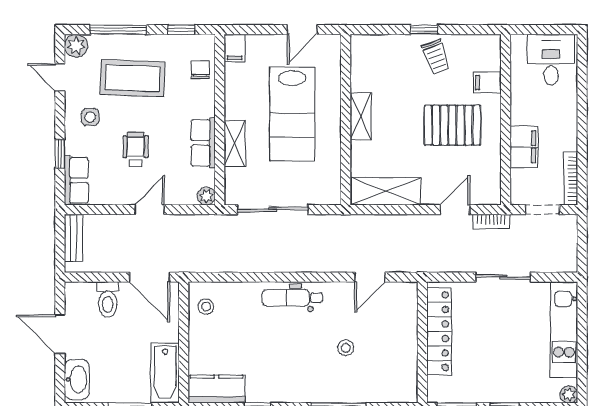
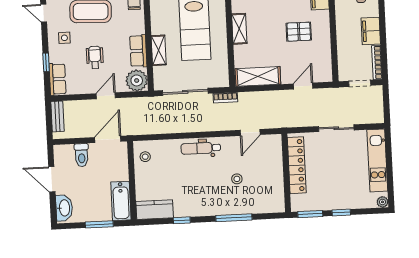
pallet: (452, 125) -> (299, 32), width x0.67, depth x0.71
filing cabinet: (524, 147) -> (371, 31), moved, turned 180
plant: (206, 196) -> (137, 80), width x1.88, depth x1.88
bookcase: (491, 222) -> (225, 98), moved
door: (149, 277) -> (108, 139), swing flipped

